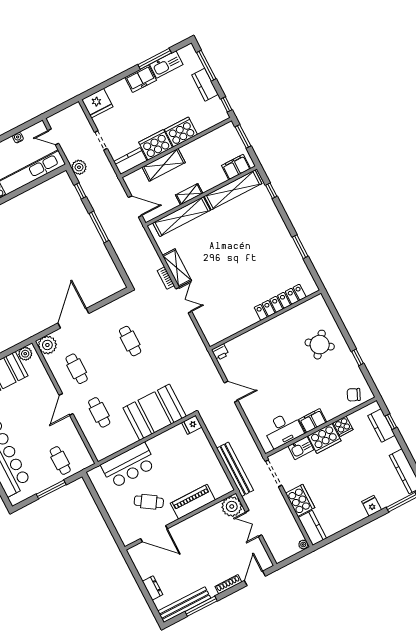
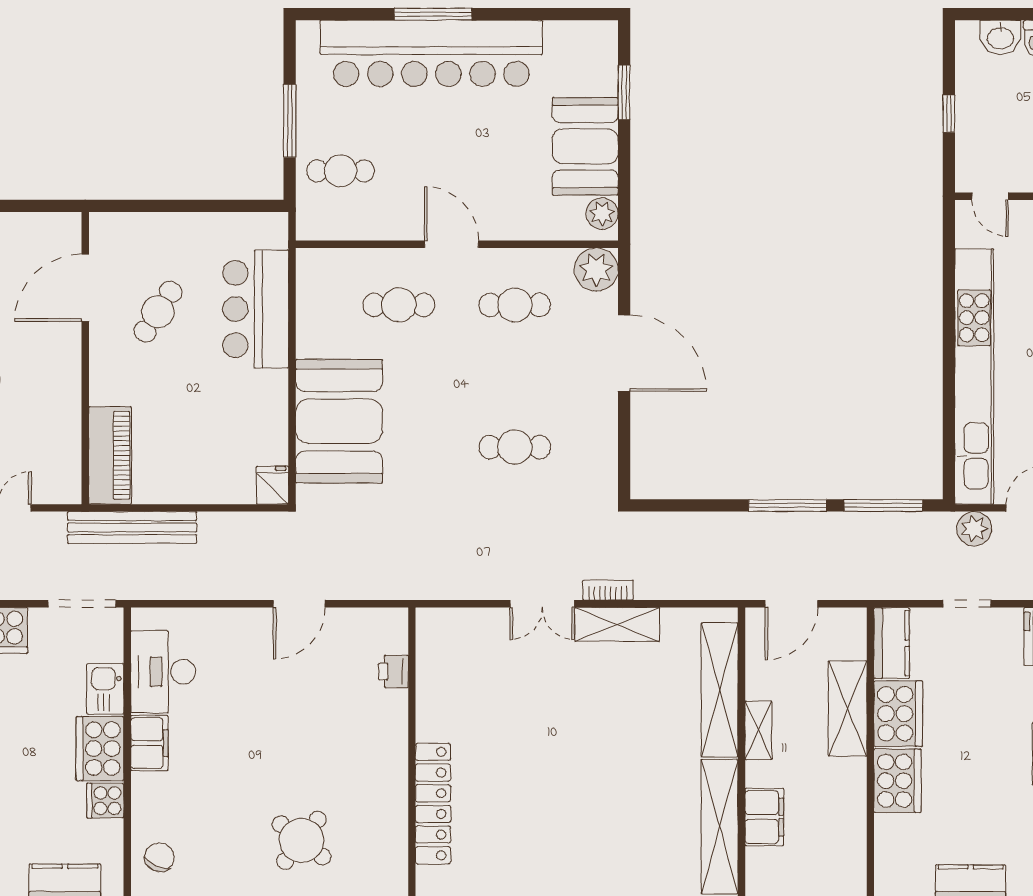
plant: (79, 167) -> (974, 529), moved
filing cabinet: (236, 167) -> (764, 817), moved
window: (80, 191) -> (883, 505), width x2.17
printer: (220, 352) -> (393, 671), moved
piano: (193, 502) -> (110, 455), moved
plant: (232, 506) -> (58, 480), removed

